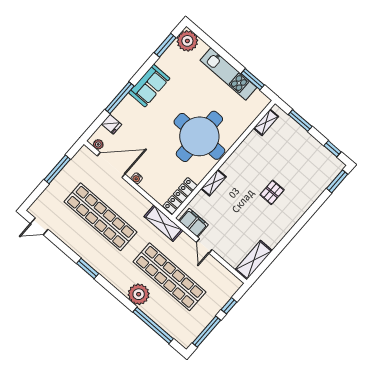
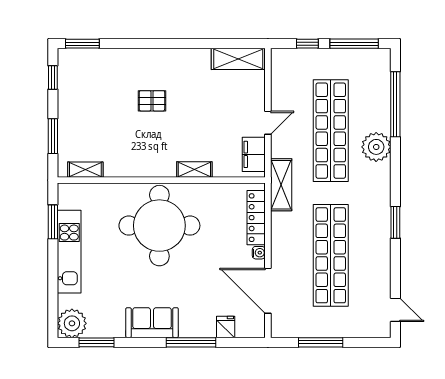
plant: (98, 144) -> (258, 323), removed
locker: (180, 196) -> (256, 218), moved, turned 90

